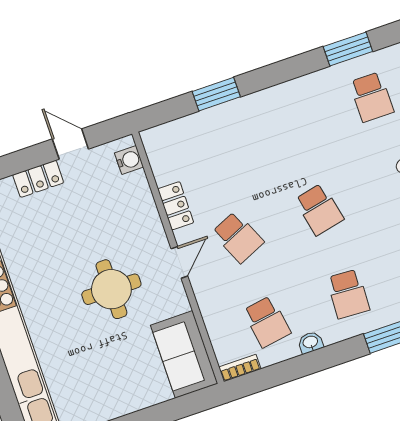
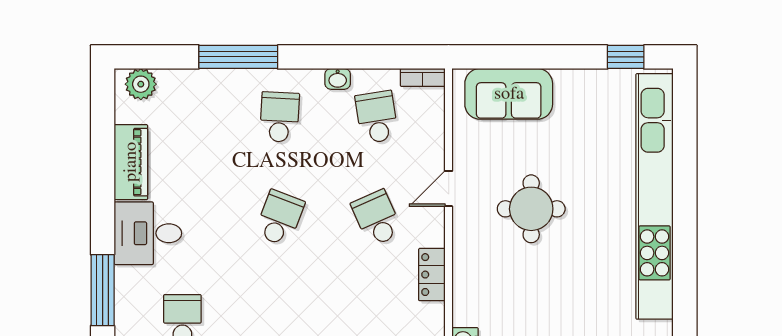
school desk: (319, 209) -> (280, 218), turned 33
door: (179, 262) -> (449, 189), moved
sofa: (184, 354) -> (509, 94), moved, turned 90

